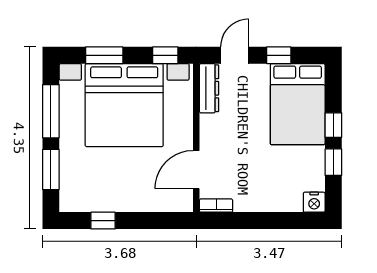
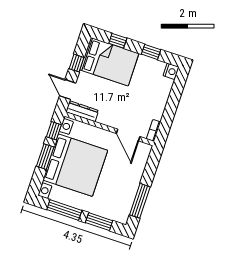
window: (104, 55) -> (45, 157), moved
window: (333, 125) -> (118, 41), moved
window: (103, 221) -> (140, 201), width x2.17

